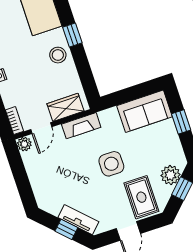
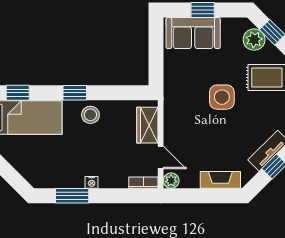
sofa: (145, 111) -> (193, 33), moved, turned 90
fireplace: (81, 126) -> (220, 180), moved, turned -90

